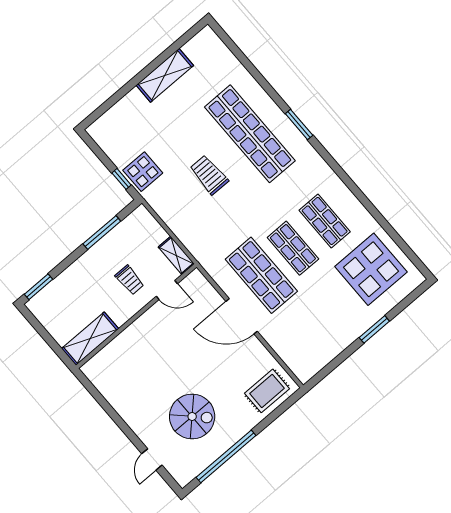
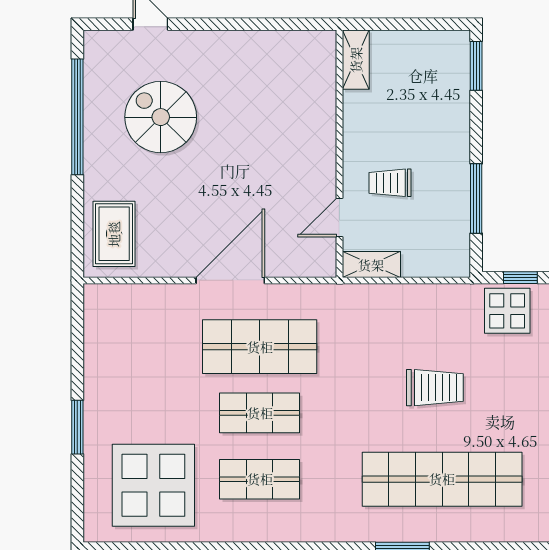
shelving: (90, 339) -> (356, 60), width x0.67, depth x0.75
spiral stairs: (192, 416) -> (161, 117), turned 90

